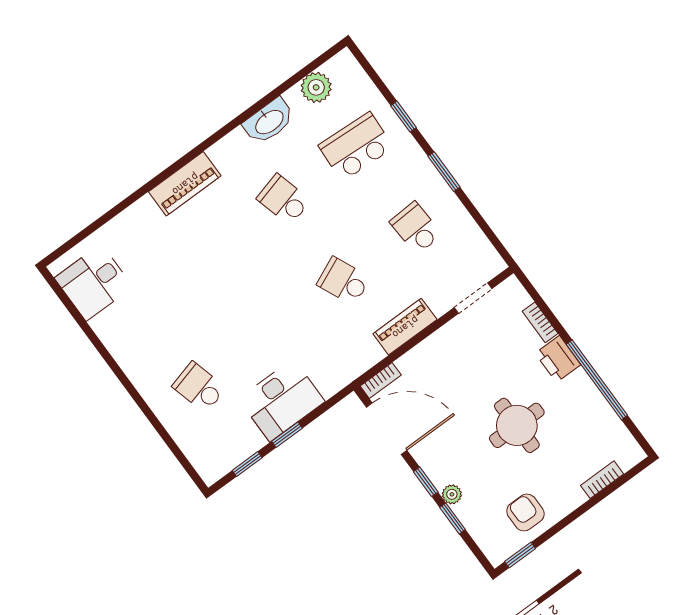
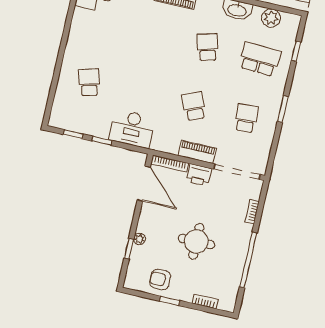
window: (404, 117) -> (296, 51), moved
doorway: (473, 298) -> (237, 172), width x1.88
printer: (558, 359) -> (199, 175), moved, turned -90
bookcase: (381, 381) -> (170, 164), width x1.56
desk: (282, 400) -> (132, 129), moved
window: (426, 482) -> (135, 222), removed
armchair: (525, 513) -> (160, 279), turned -90
window: (520, 555) -> (170, 301), moved

